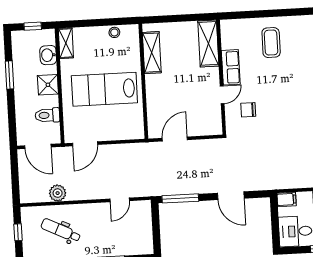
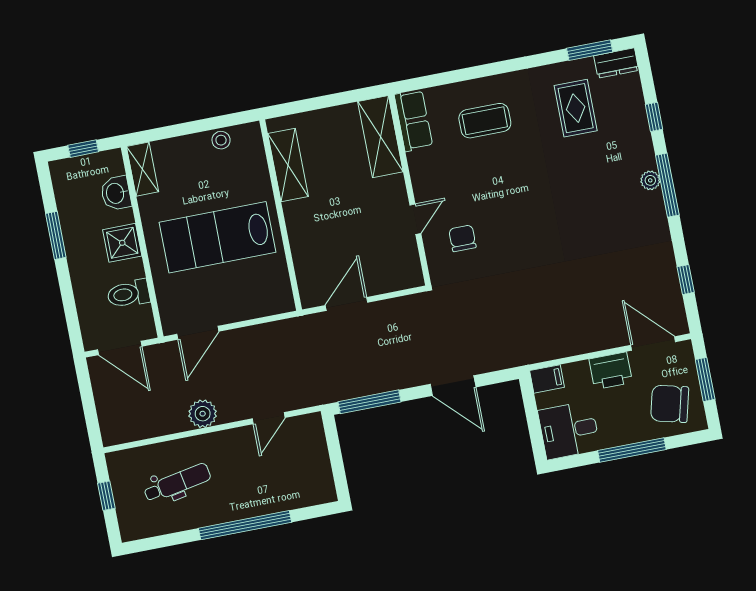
coffee table: (271, 43) -> (485, 121), turned 90
row of seats: (231, 67) -> (413, 121), moved
chair: (248, 110) -> (462, 238), turned 90
plant: (58, 193) -> (203, 414), moved
dental chair: (61, 230) -> (177, 483), turned 143

